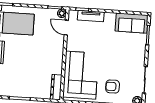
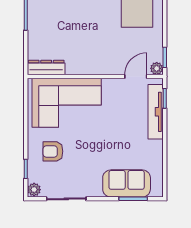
tv unit: (91, 16) -> (156, 112), width x1.41
sofa: (132, 23) -> (127, 183), moved, turned 90
armchair: (113, 86) -> (53, 151), turned -90

